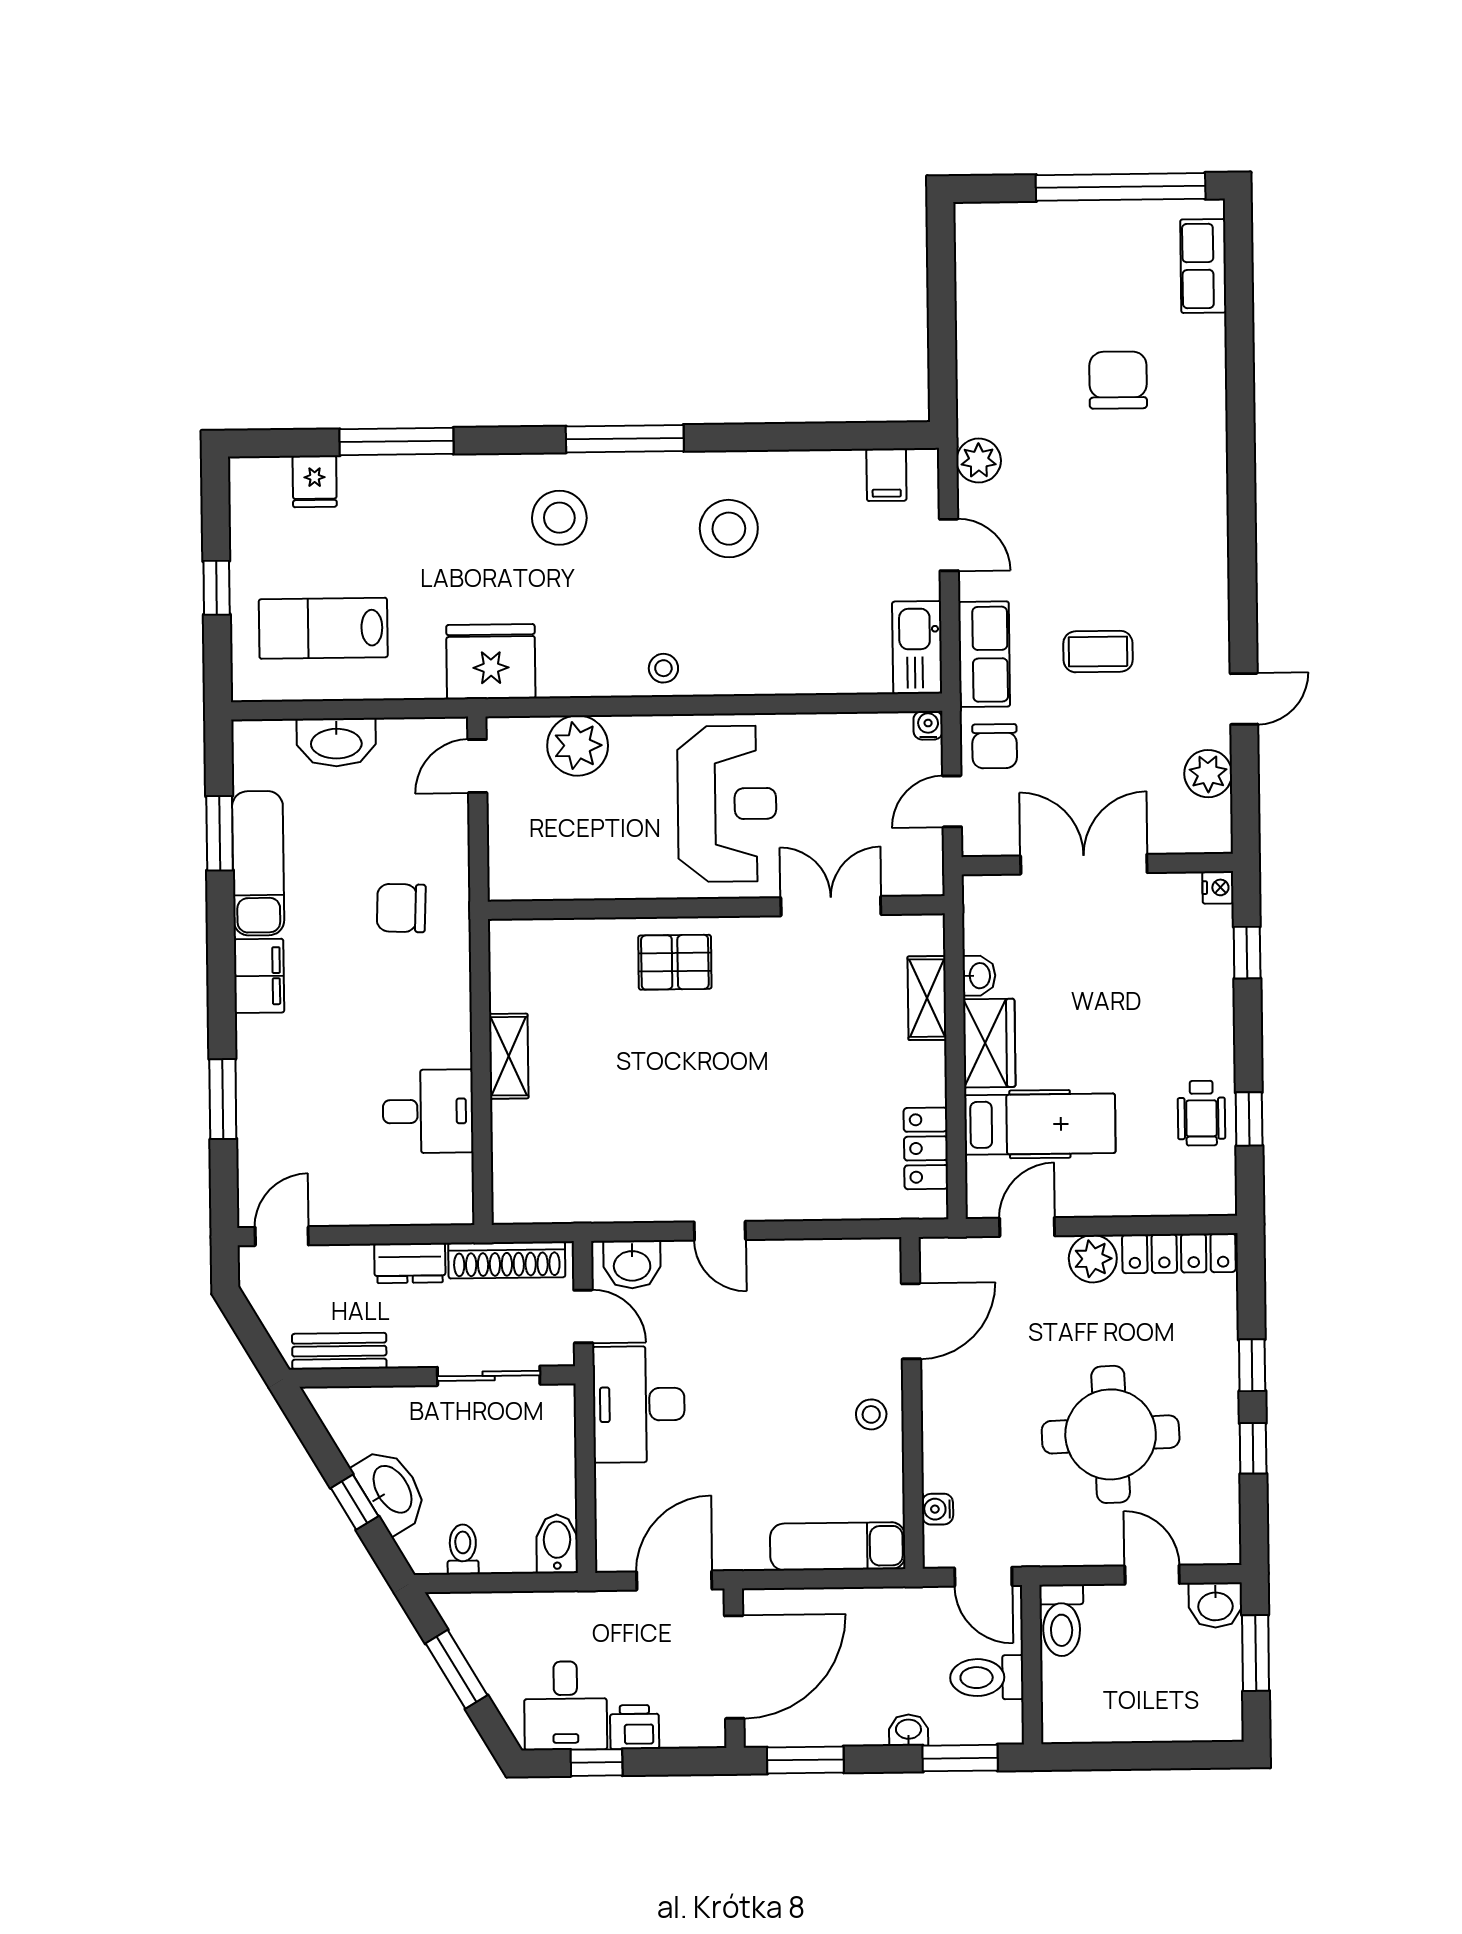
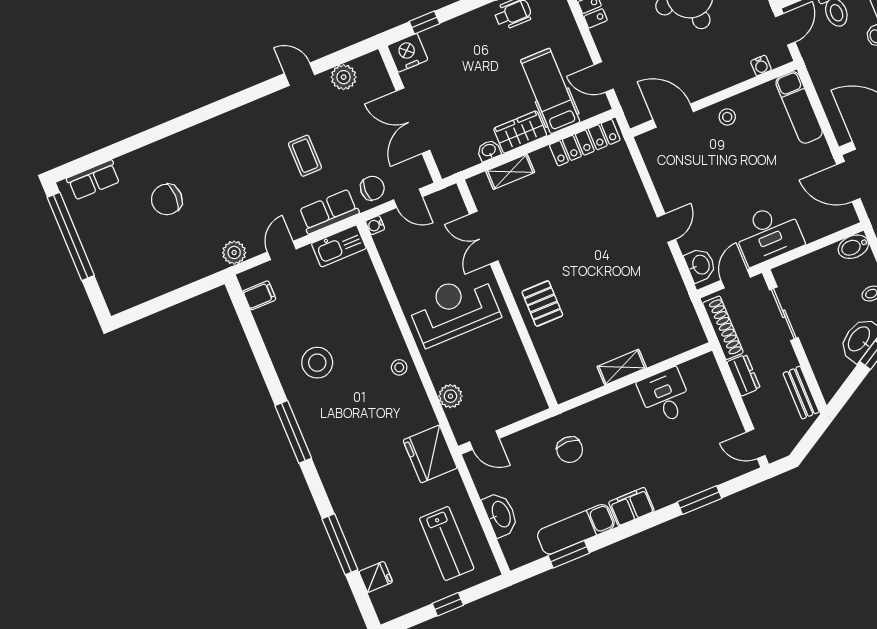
stool: (559, 518) -> (345, 449), removed
plant: (578, 746) -> (450, 396), width x0.73, depth x0.73
nightstand: (1218, 887) -> (408, 53), width x1.89, depth x1.79
locker: (926, 1148) -> (585, 143), width x1.53
plant: (1093, 1259) -> (606, 38), removed

